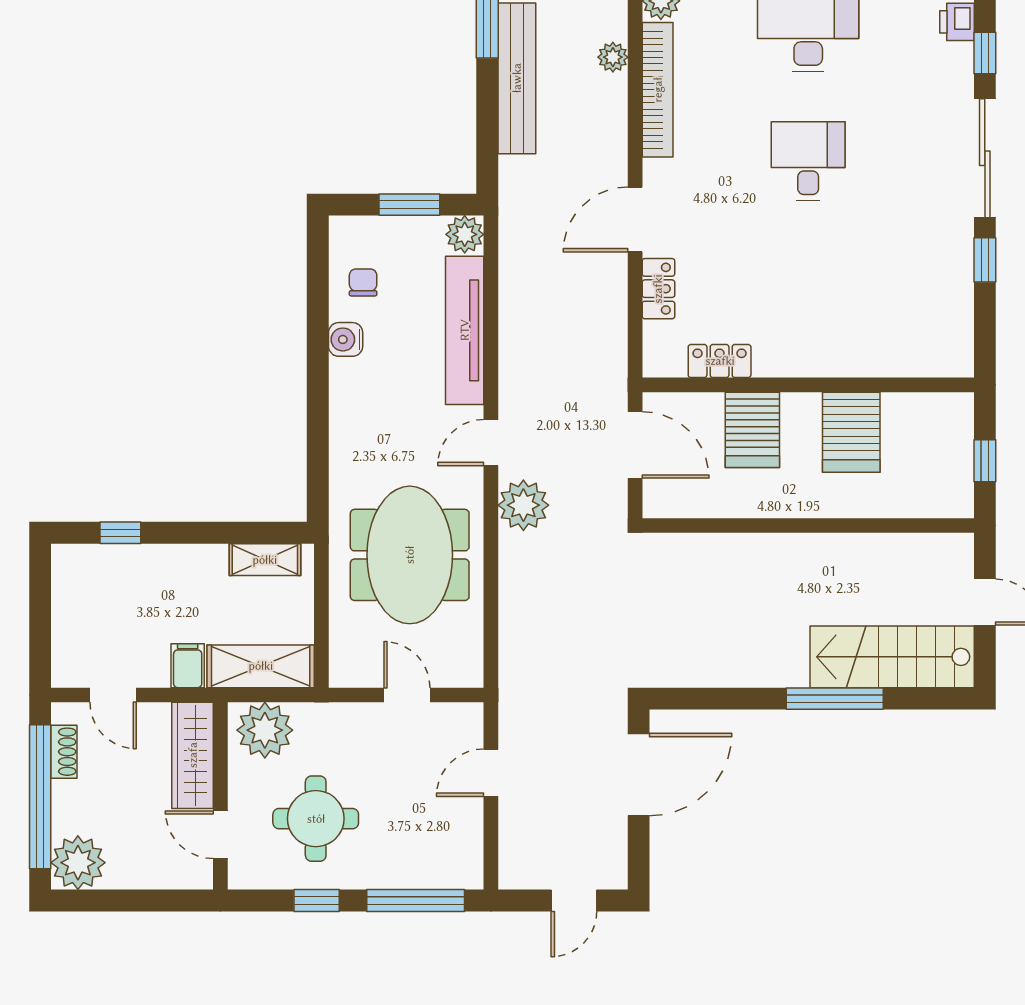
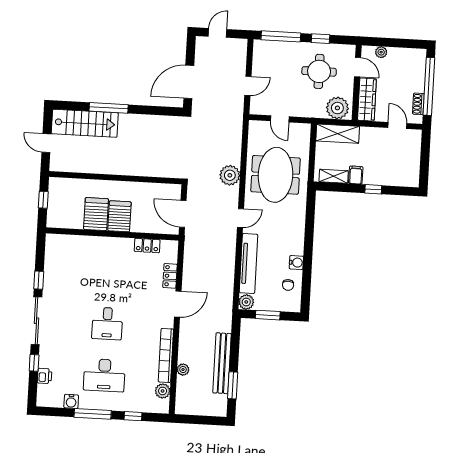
server rack: (752, 430) -> (119, 216), moved
plant: (523, 505) -> (230, 175), moved
window: (120, 533) -> (373, 189), moved
filing cabinet: (188, 666) -> (356, 175), moved, turned 180
plant: (78, 863) -> (381, 52), moved, width x0.53, depth x0.53

